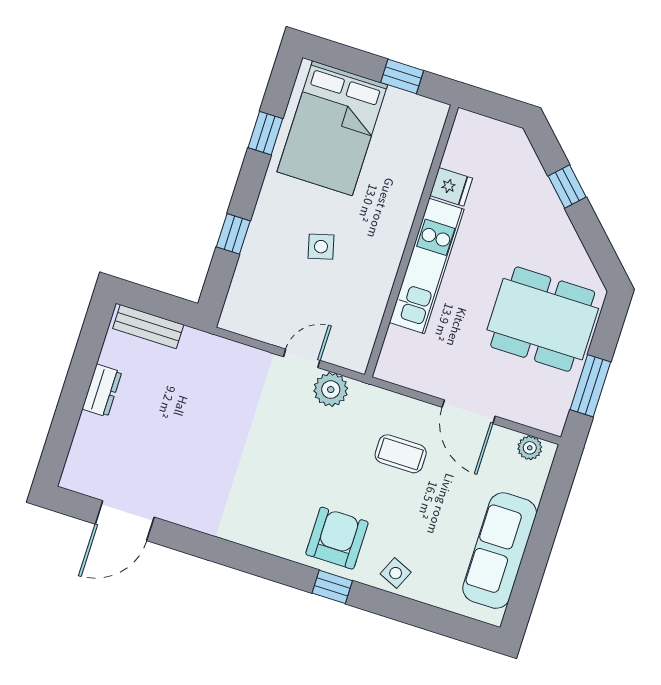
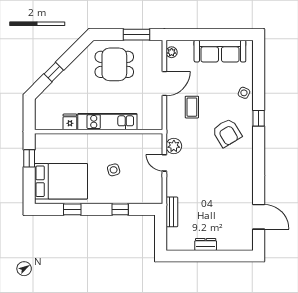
dining table: (543, 319) -> (114, 64), width x0.73
bench: (148, 327) -> (172, 212), moved
armchair: (337, 538) -> (227, 133), moved, turned -121

